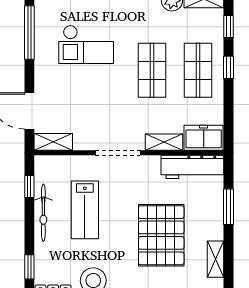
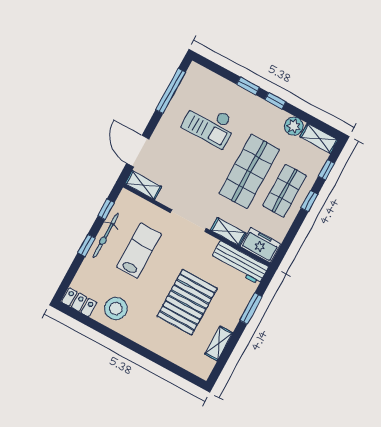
shop shelf: (152, 70) -> (249, 171), width x1.43, depth x1.36
lab bench: (85, 210) -> (139, 251), turned 180
window: (29, 267) -> (86, 245), moved

